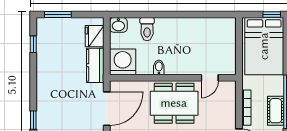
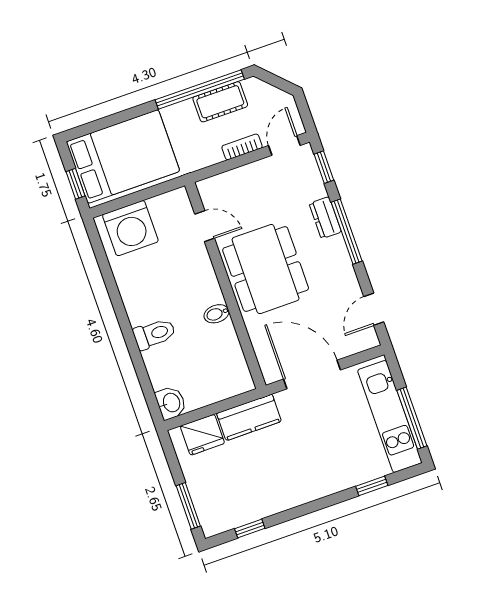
window: (272, 15) -> (76, 184), moved
toilet: (147, 29) -> (154, 334), moved
washing machine: (123, 62) -> (130, 228), moved, turned -90
bookcase: (246, 108) -> (242, 147), width x0.64

